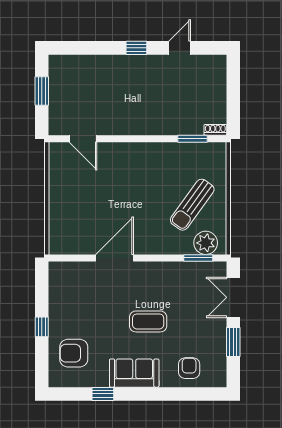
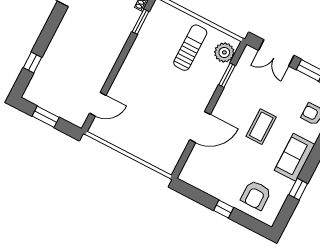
window: (136, 48) -> (32, 63), moved
sun lounger: (192, 205) -> (190, 48), turned -126
door: (115, 258) -> (200, 127), swing flipped
window: (198, 258) -> (227, 75), moved

